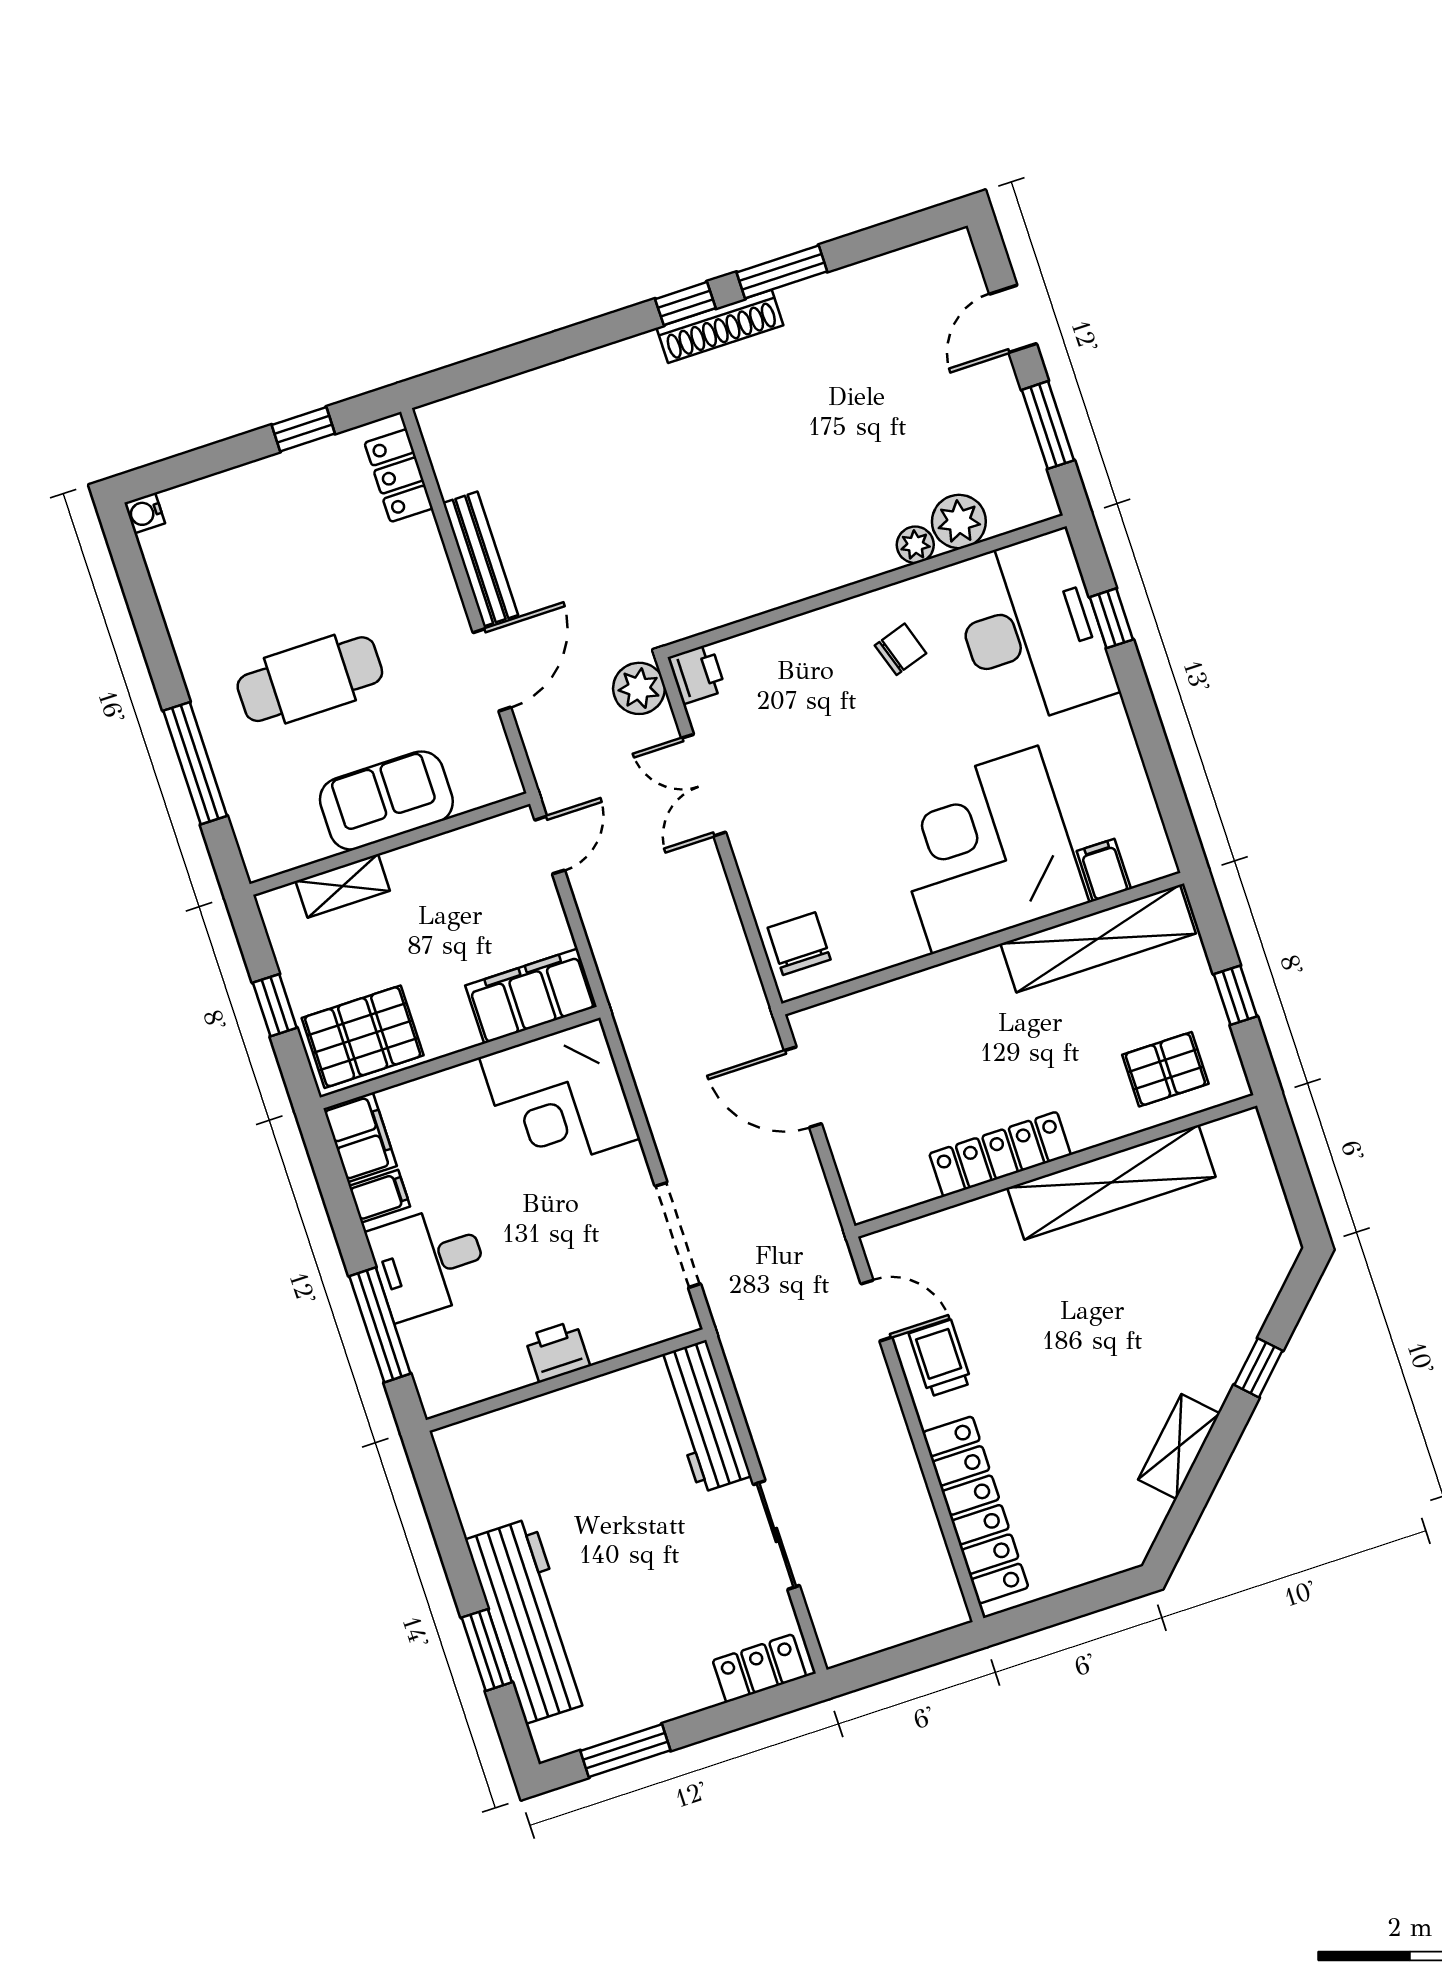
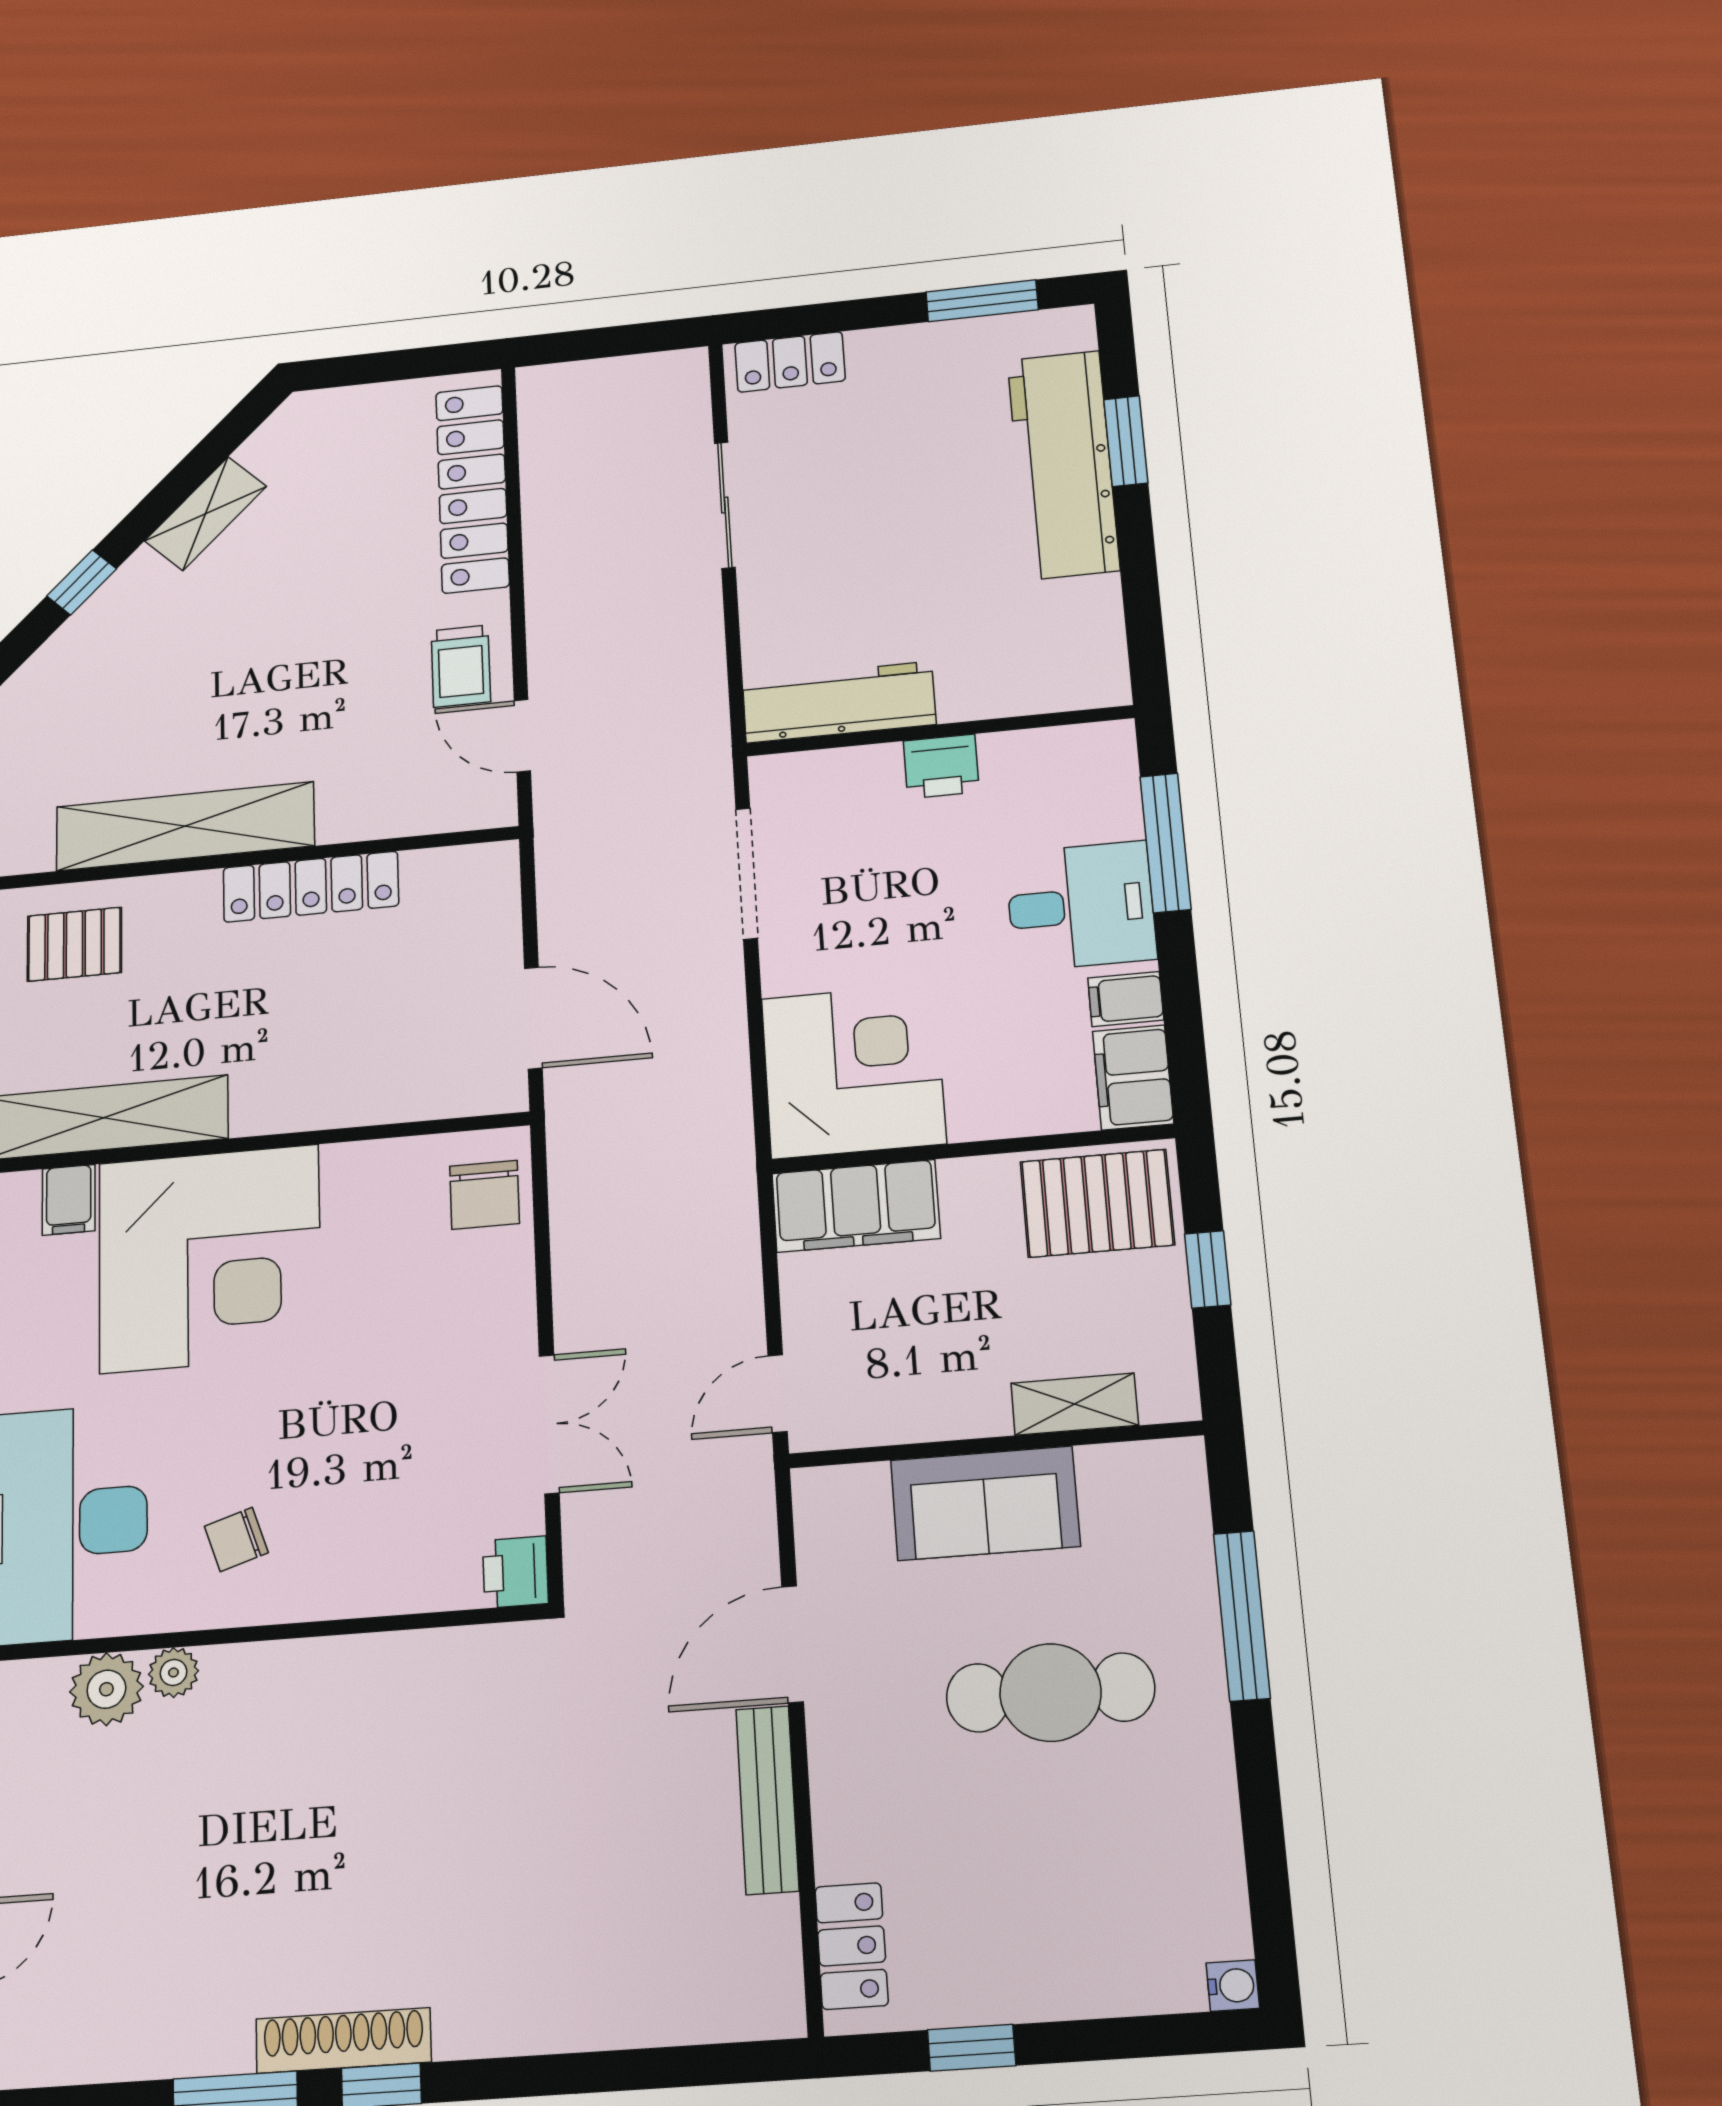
plant: (639, 688) -> (599, 1571), removed
workbench: (703, 1417) -> (839, 702), moved, turned -90

